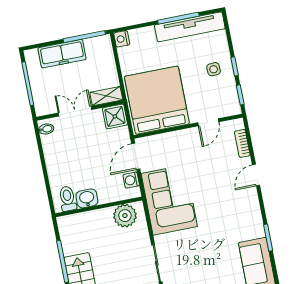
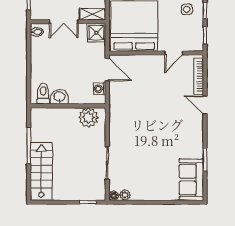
double door: (75, 111) -> (64, 22), swing flipped
bookcase: (242, 143) -> (199, 76), width x1.56
door: (136, 156) -> (107, 70), swing flipped
door: (256, 175) -> (205, 105), hinge flipped
corner sofa: (169, 200) -> (128, 112), removed

